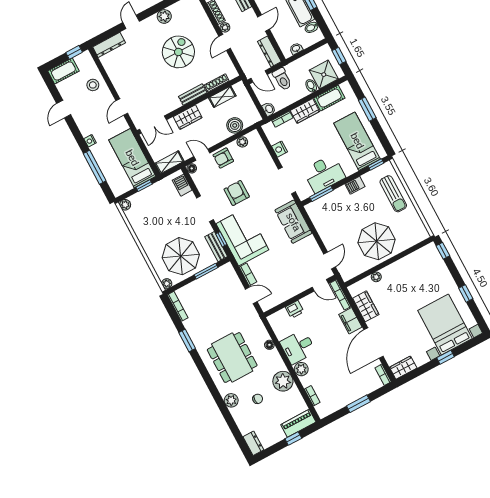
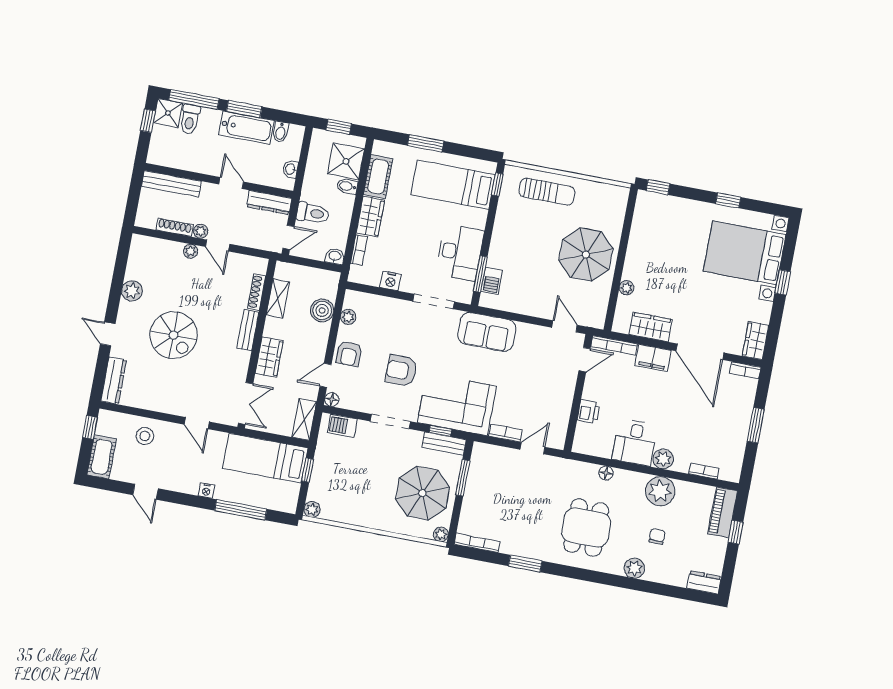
plant: (210, 31) -> (191, 251), added
spiral stairs: (178, 52) -> (174, 335), moved, turned 180
barbecue: (355, 185) -> (492, 281), moved
dining table: (232, 358) -> (586, 528), width x0.73

